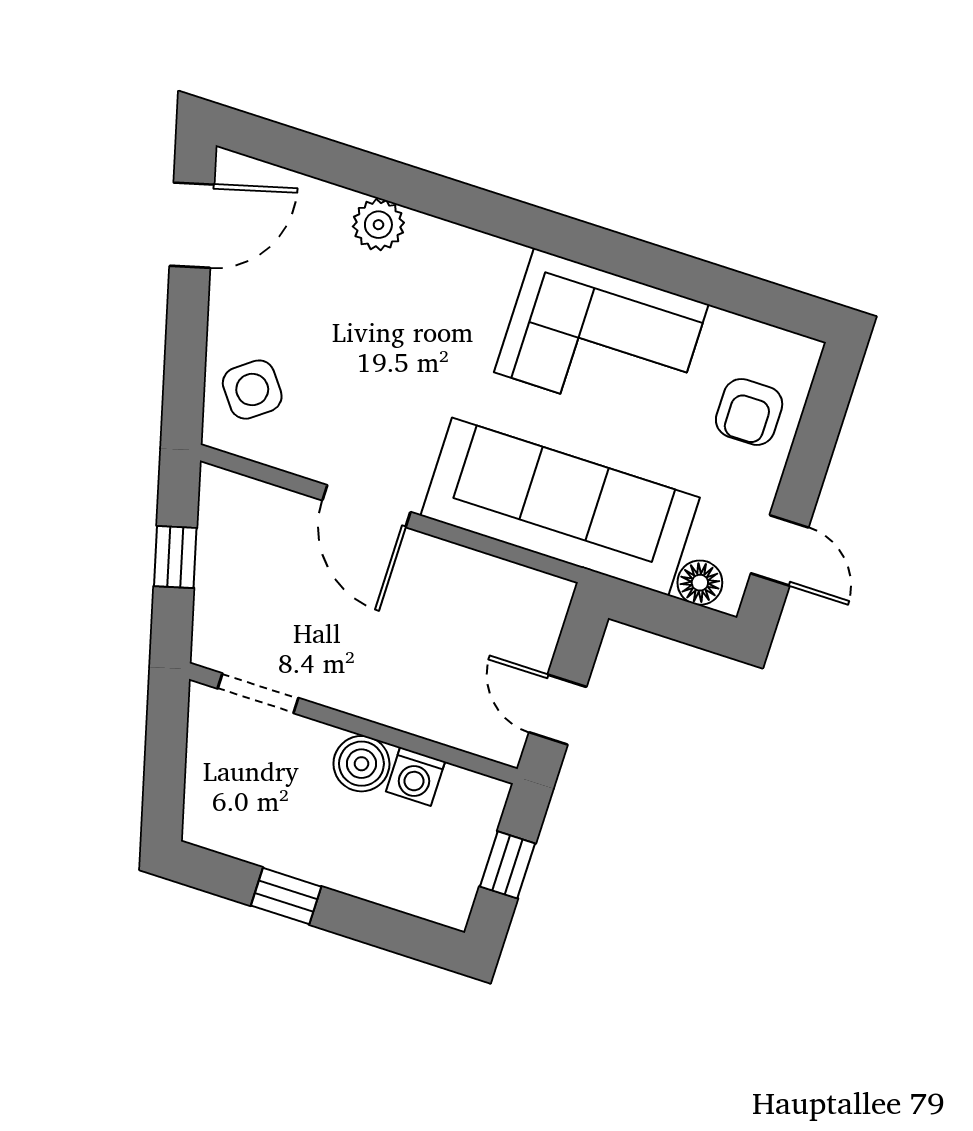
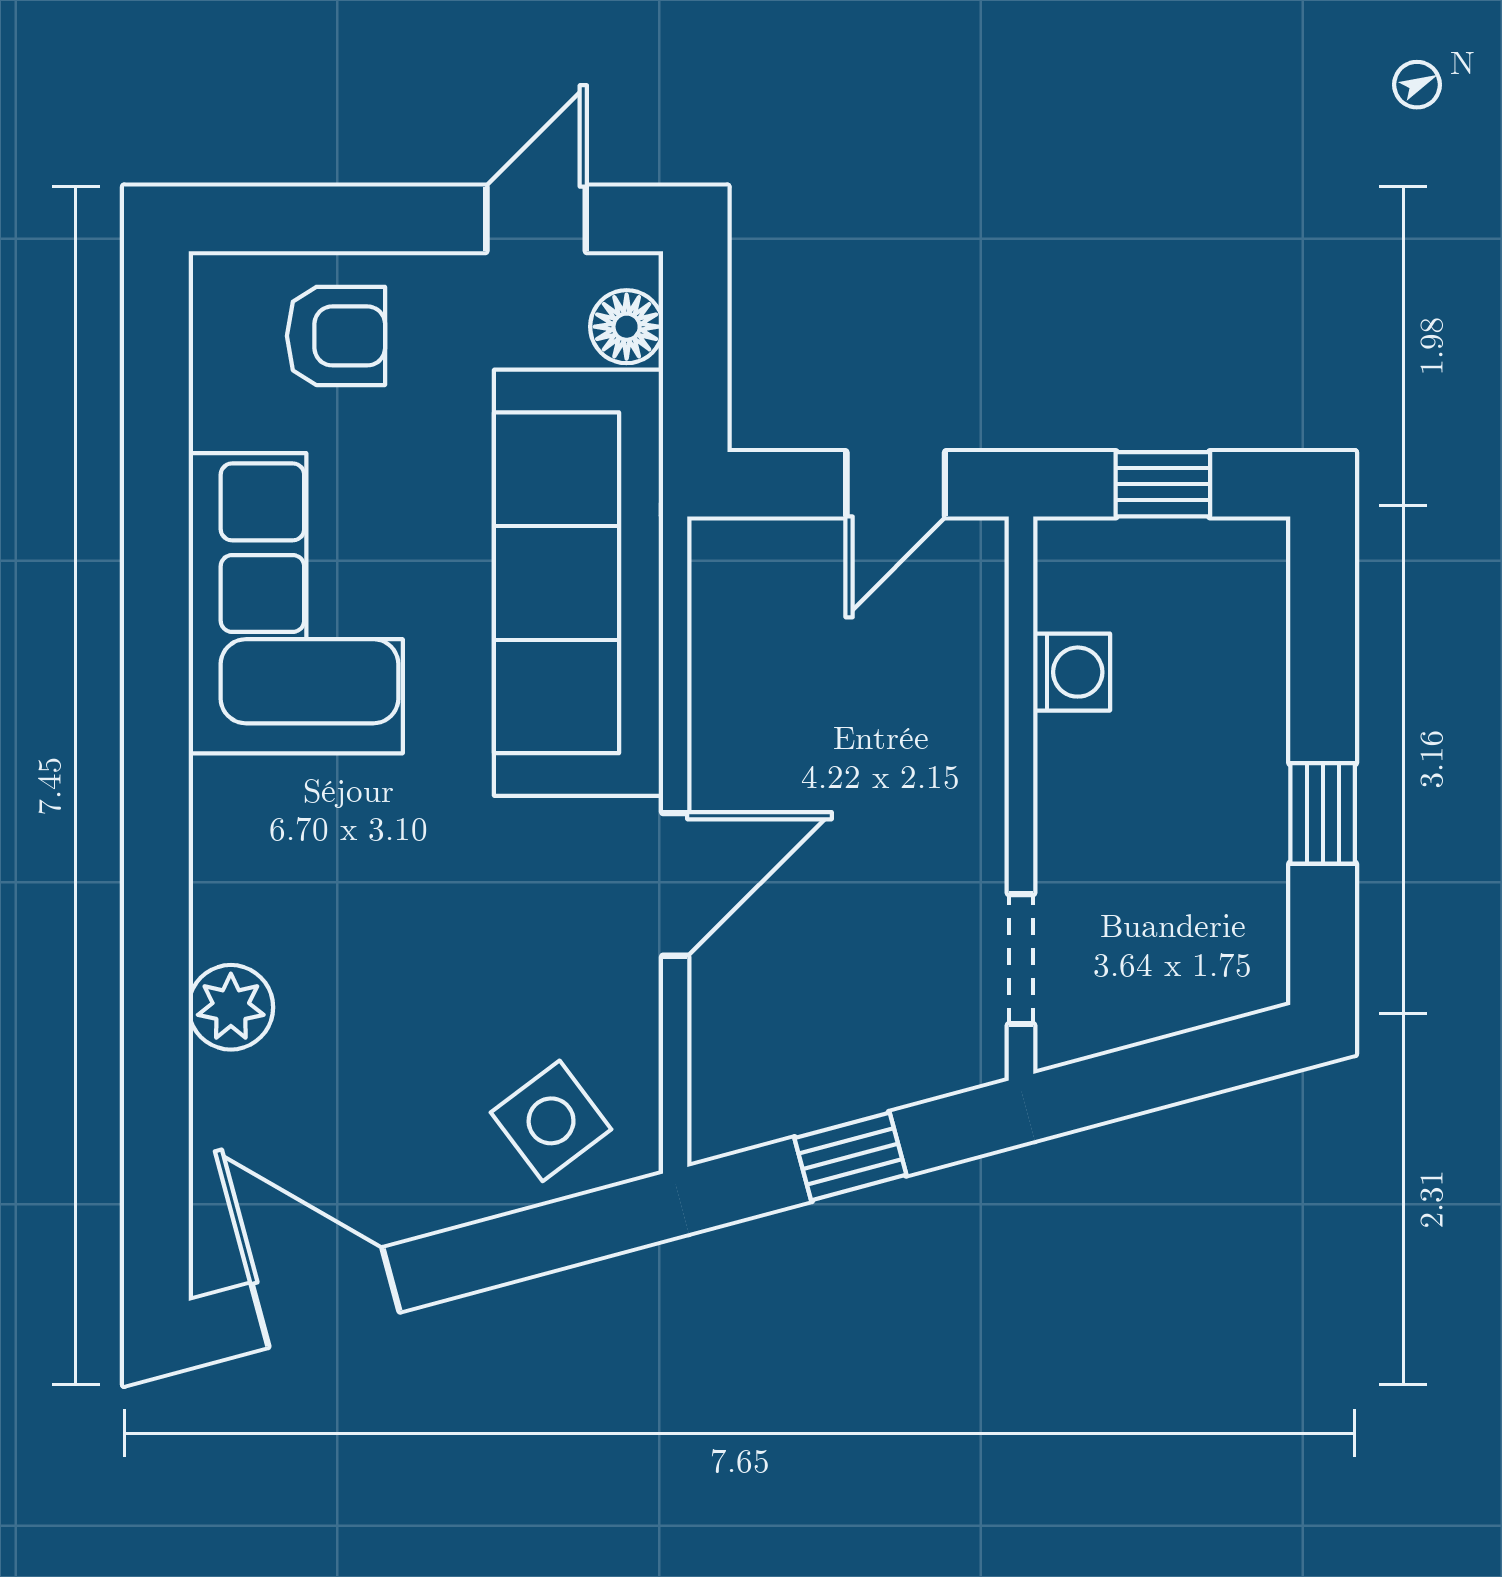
boiler: (361, 764) -> (1079, 763), removed

